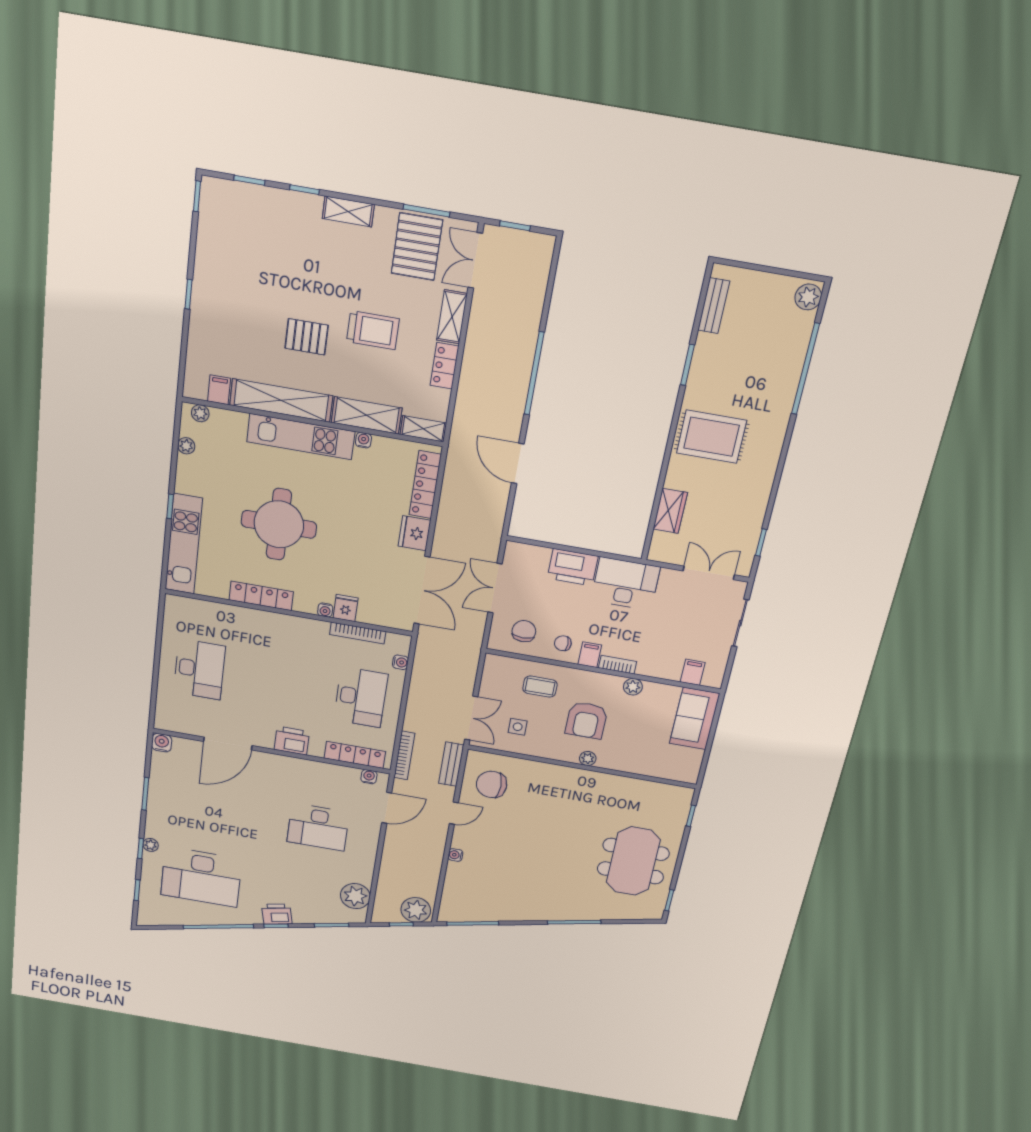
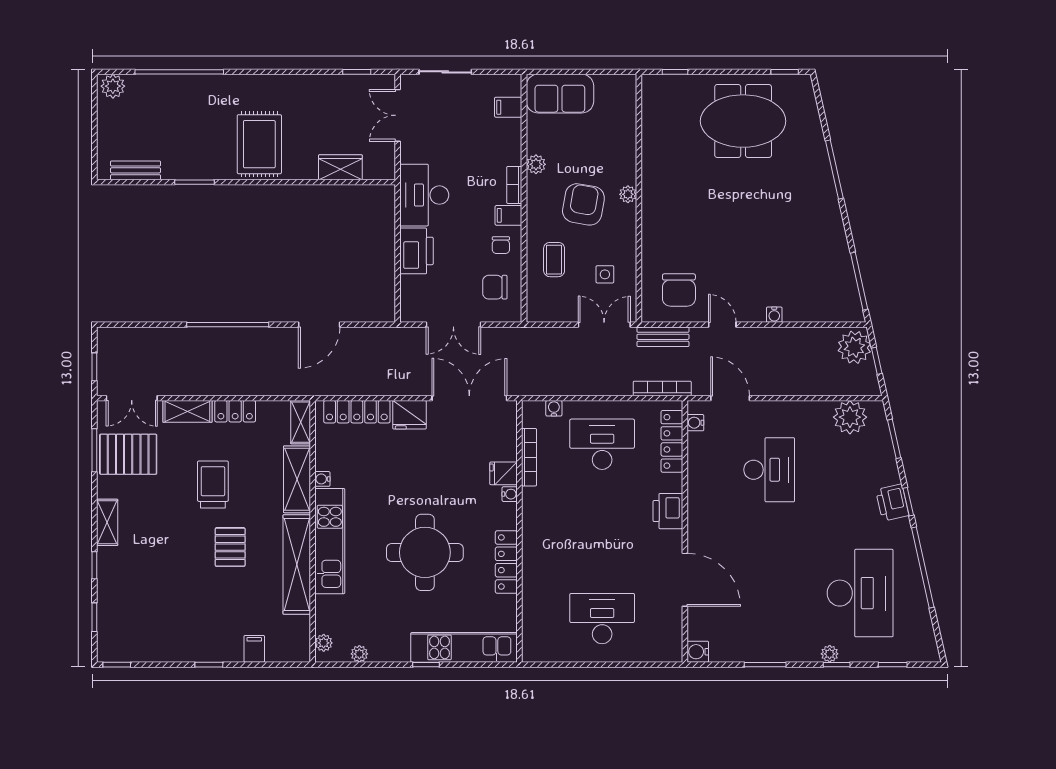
filing cabinet: (219, 390) -> (254, 649), moved, turned 90
armchair: (586, 720) -> (583, 204), turned -80

